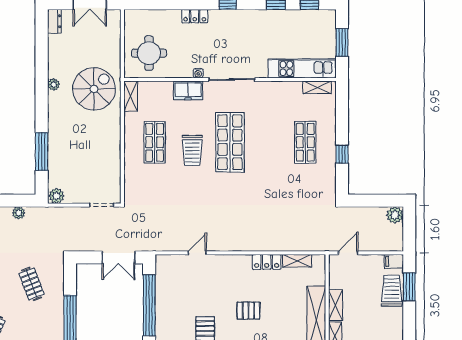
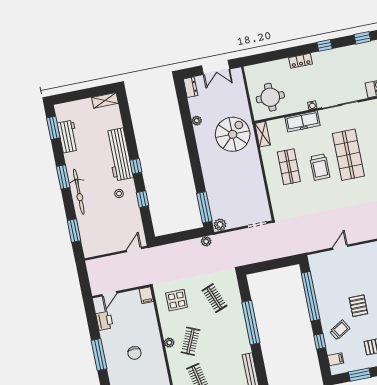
plant: (54, 84) -> (197, 121), moved
freezer: (188, 90) -> (303, 121), width x1.40
window: (42, 152) -> (204, 207), moved
plant: (19, 213) -> (206, 241), moved
double door: (118, 257) -> (279, 263), removed

